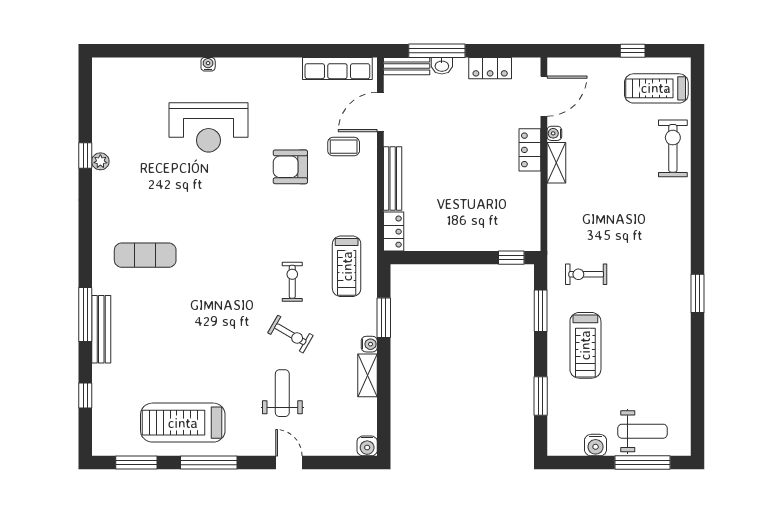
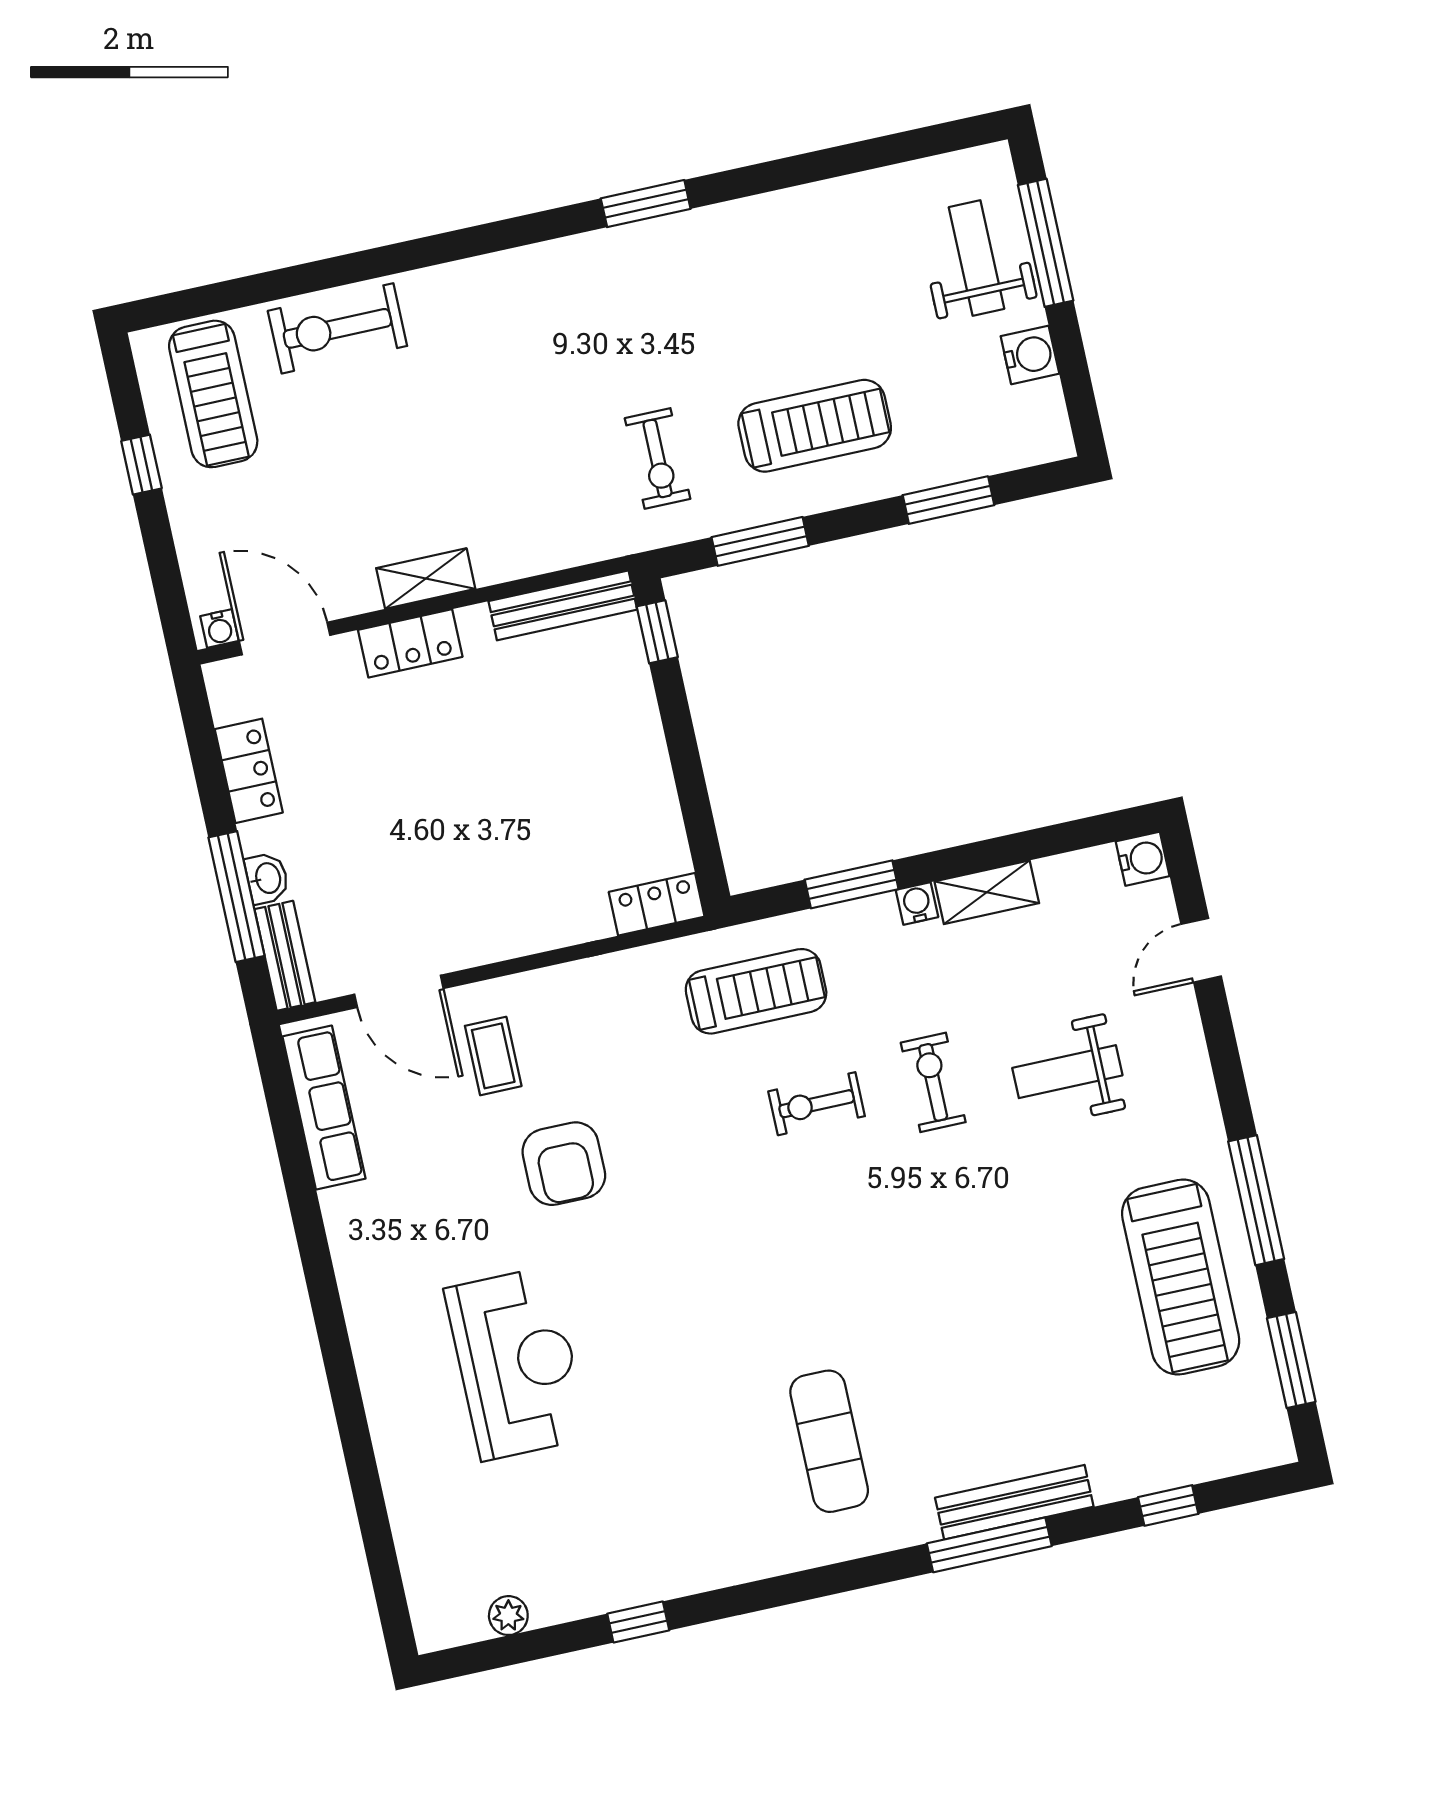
water cooler: (208, 64) -> (377, 1395), removed
water cooler: (554, 133) -> (220, 628), moved
plant: (100, 161) -> (508, 1616), moved
bench: (393, 178) -> (563, 605), moved
exercise bike: (290, 334) -> (933, 1082), turned -30
door: (289, 463) -> (1201, 950), moved

